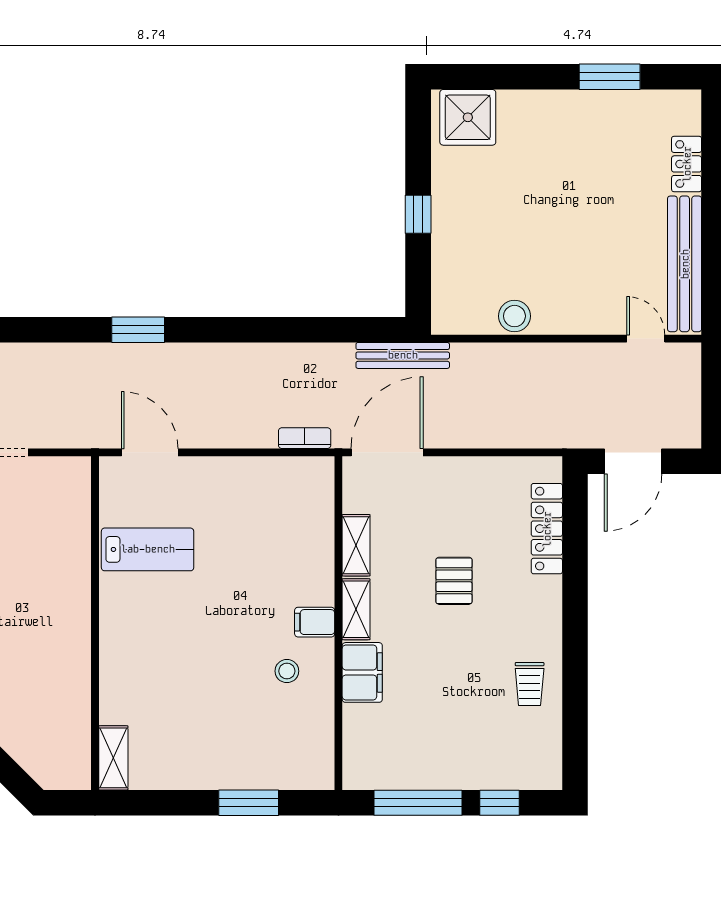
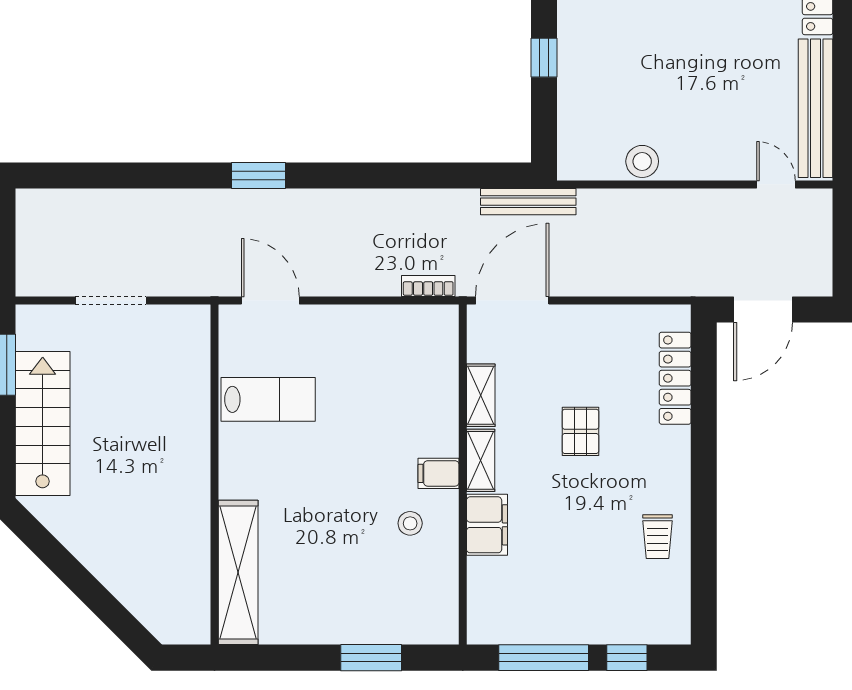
shelving: (113, 758) -> (238, 572), width x2.20, depth x1.33

